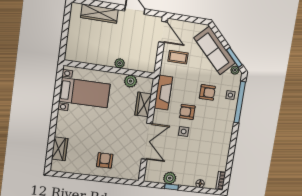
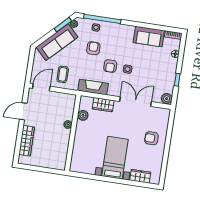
bed with nightstands: (85, 93) -> (115, 158), moved
sofa: (219, 154) -> (149, 37), added
plant: (170, 178) -> (167, 99), moved

